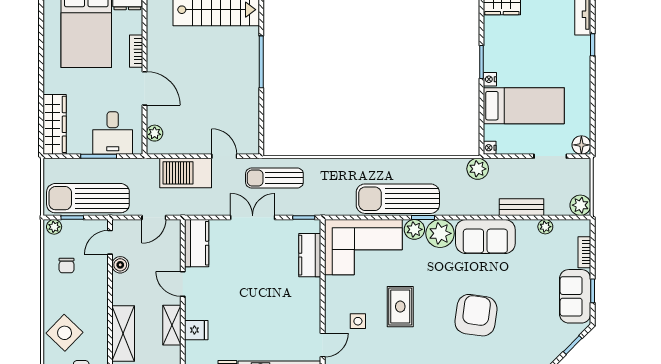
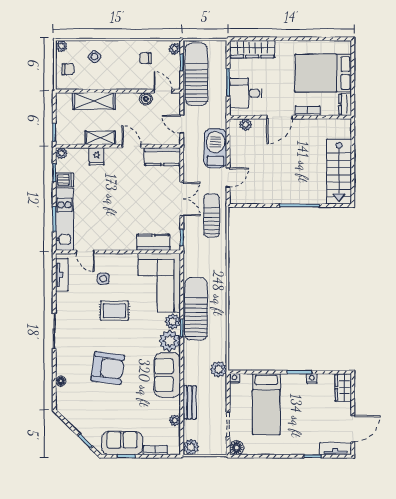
nightstand: (490, 79) -> (312, 378), moved
door: (183, 284) -> (131, 146), hinge flipped
side table: (65, 333) -> (94, 57), width x0.54, depth x0.54

